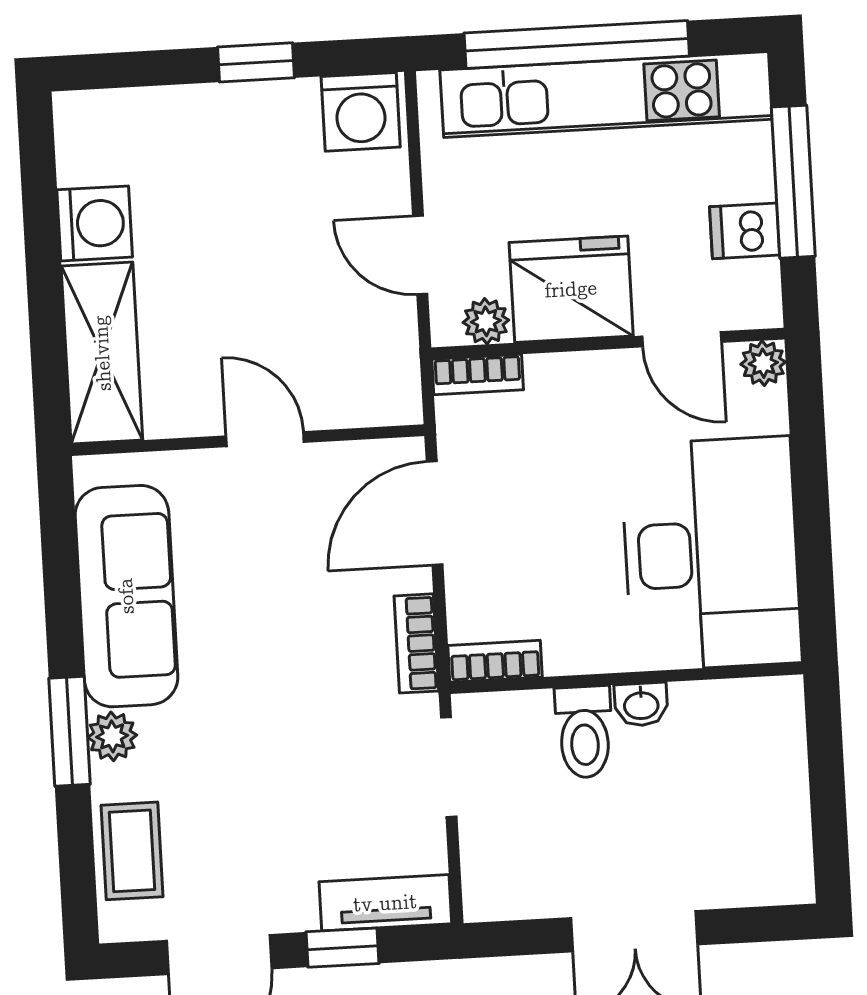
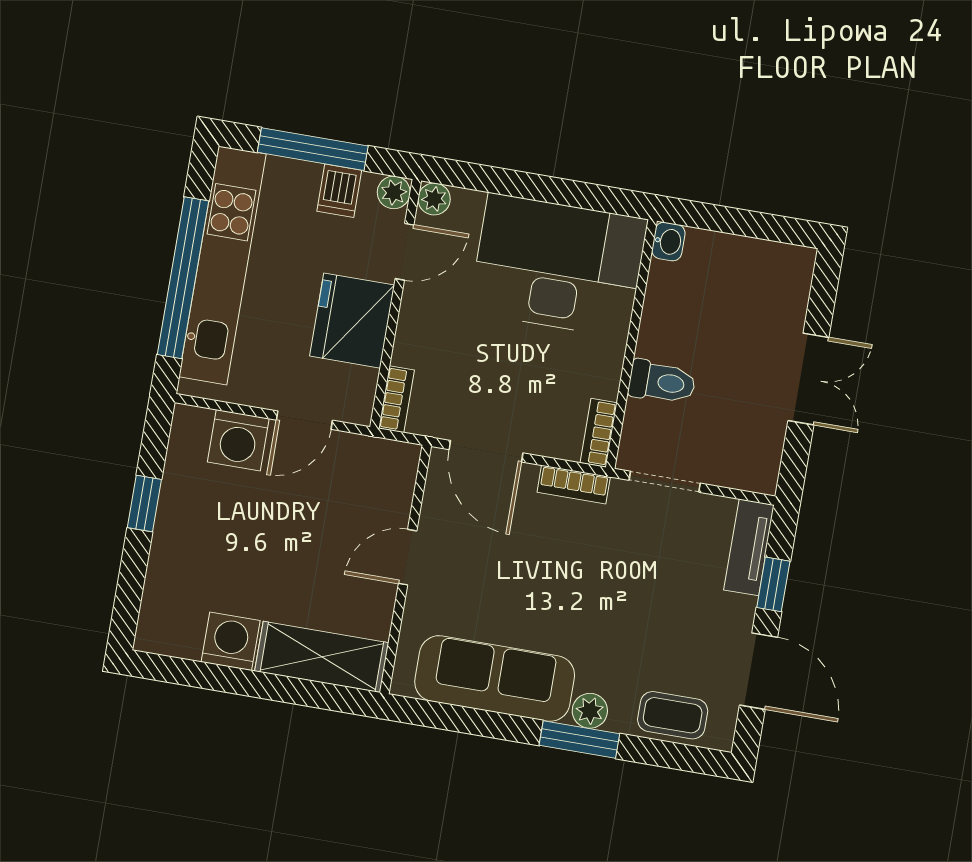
washing machine: (361, 112) -> (238, 440), moved, turned 90
plant: (486, 321) -> (394, 192), moved
washbasin: (641, 704) -> (668, 242), moved

